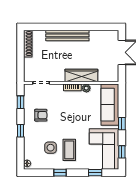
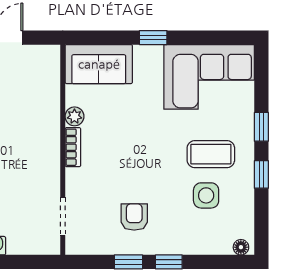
wardrobe: (81, 75) -> (46, 127), removed
window: (20, 102) -> (128, 262), moved
sofa: (110, 105) -> (99, 64), width x0.73
window: (122, 152) -> (215, 38), removed
window: (95, 173) -> (261, 127), moved

